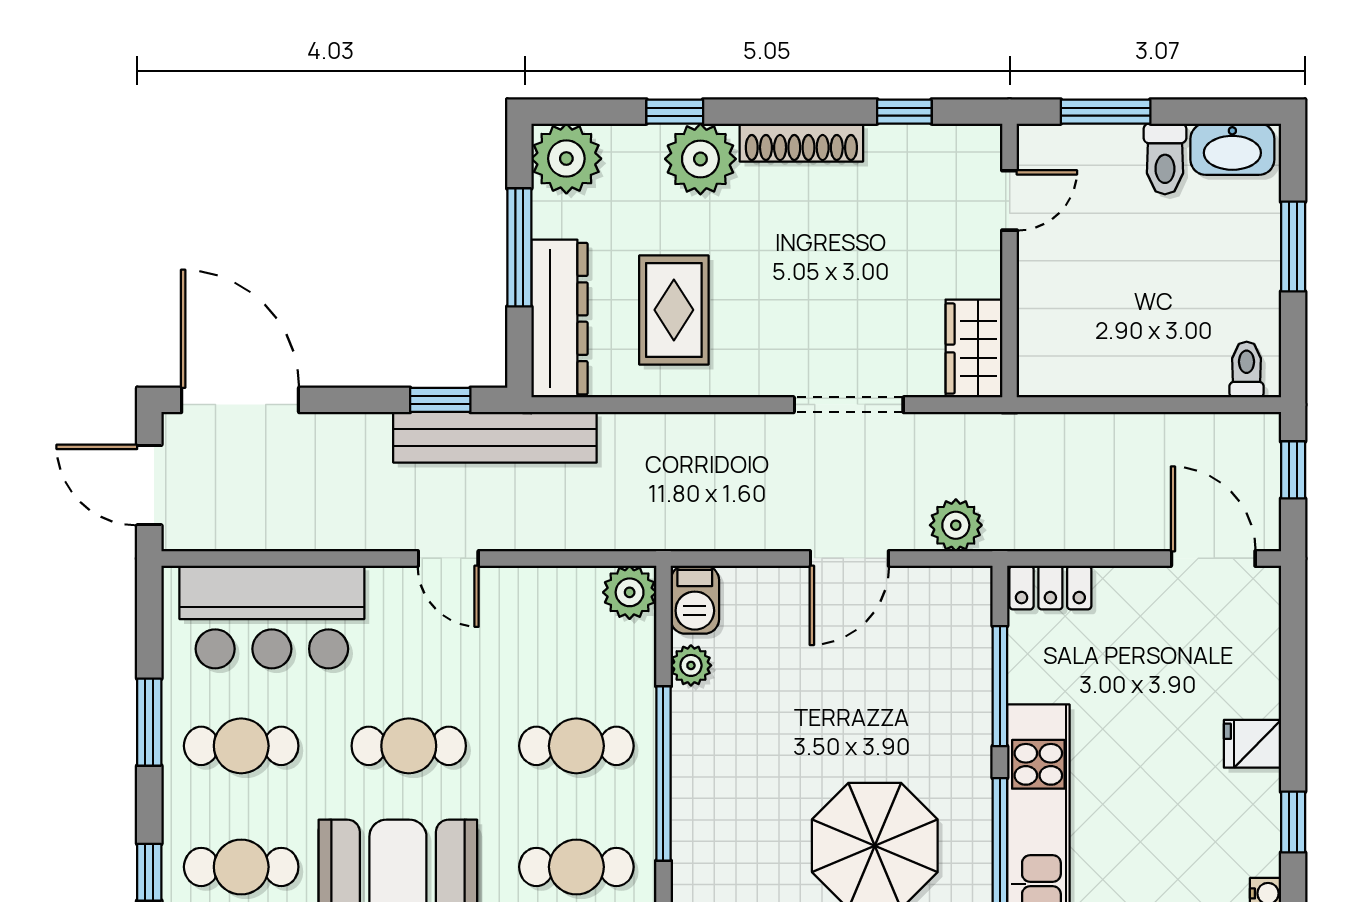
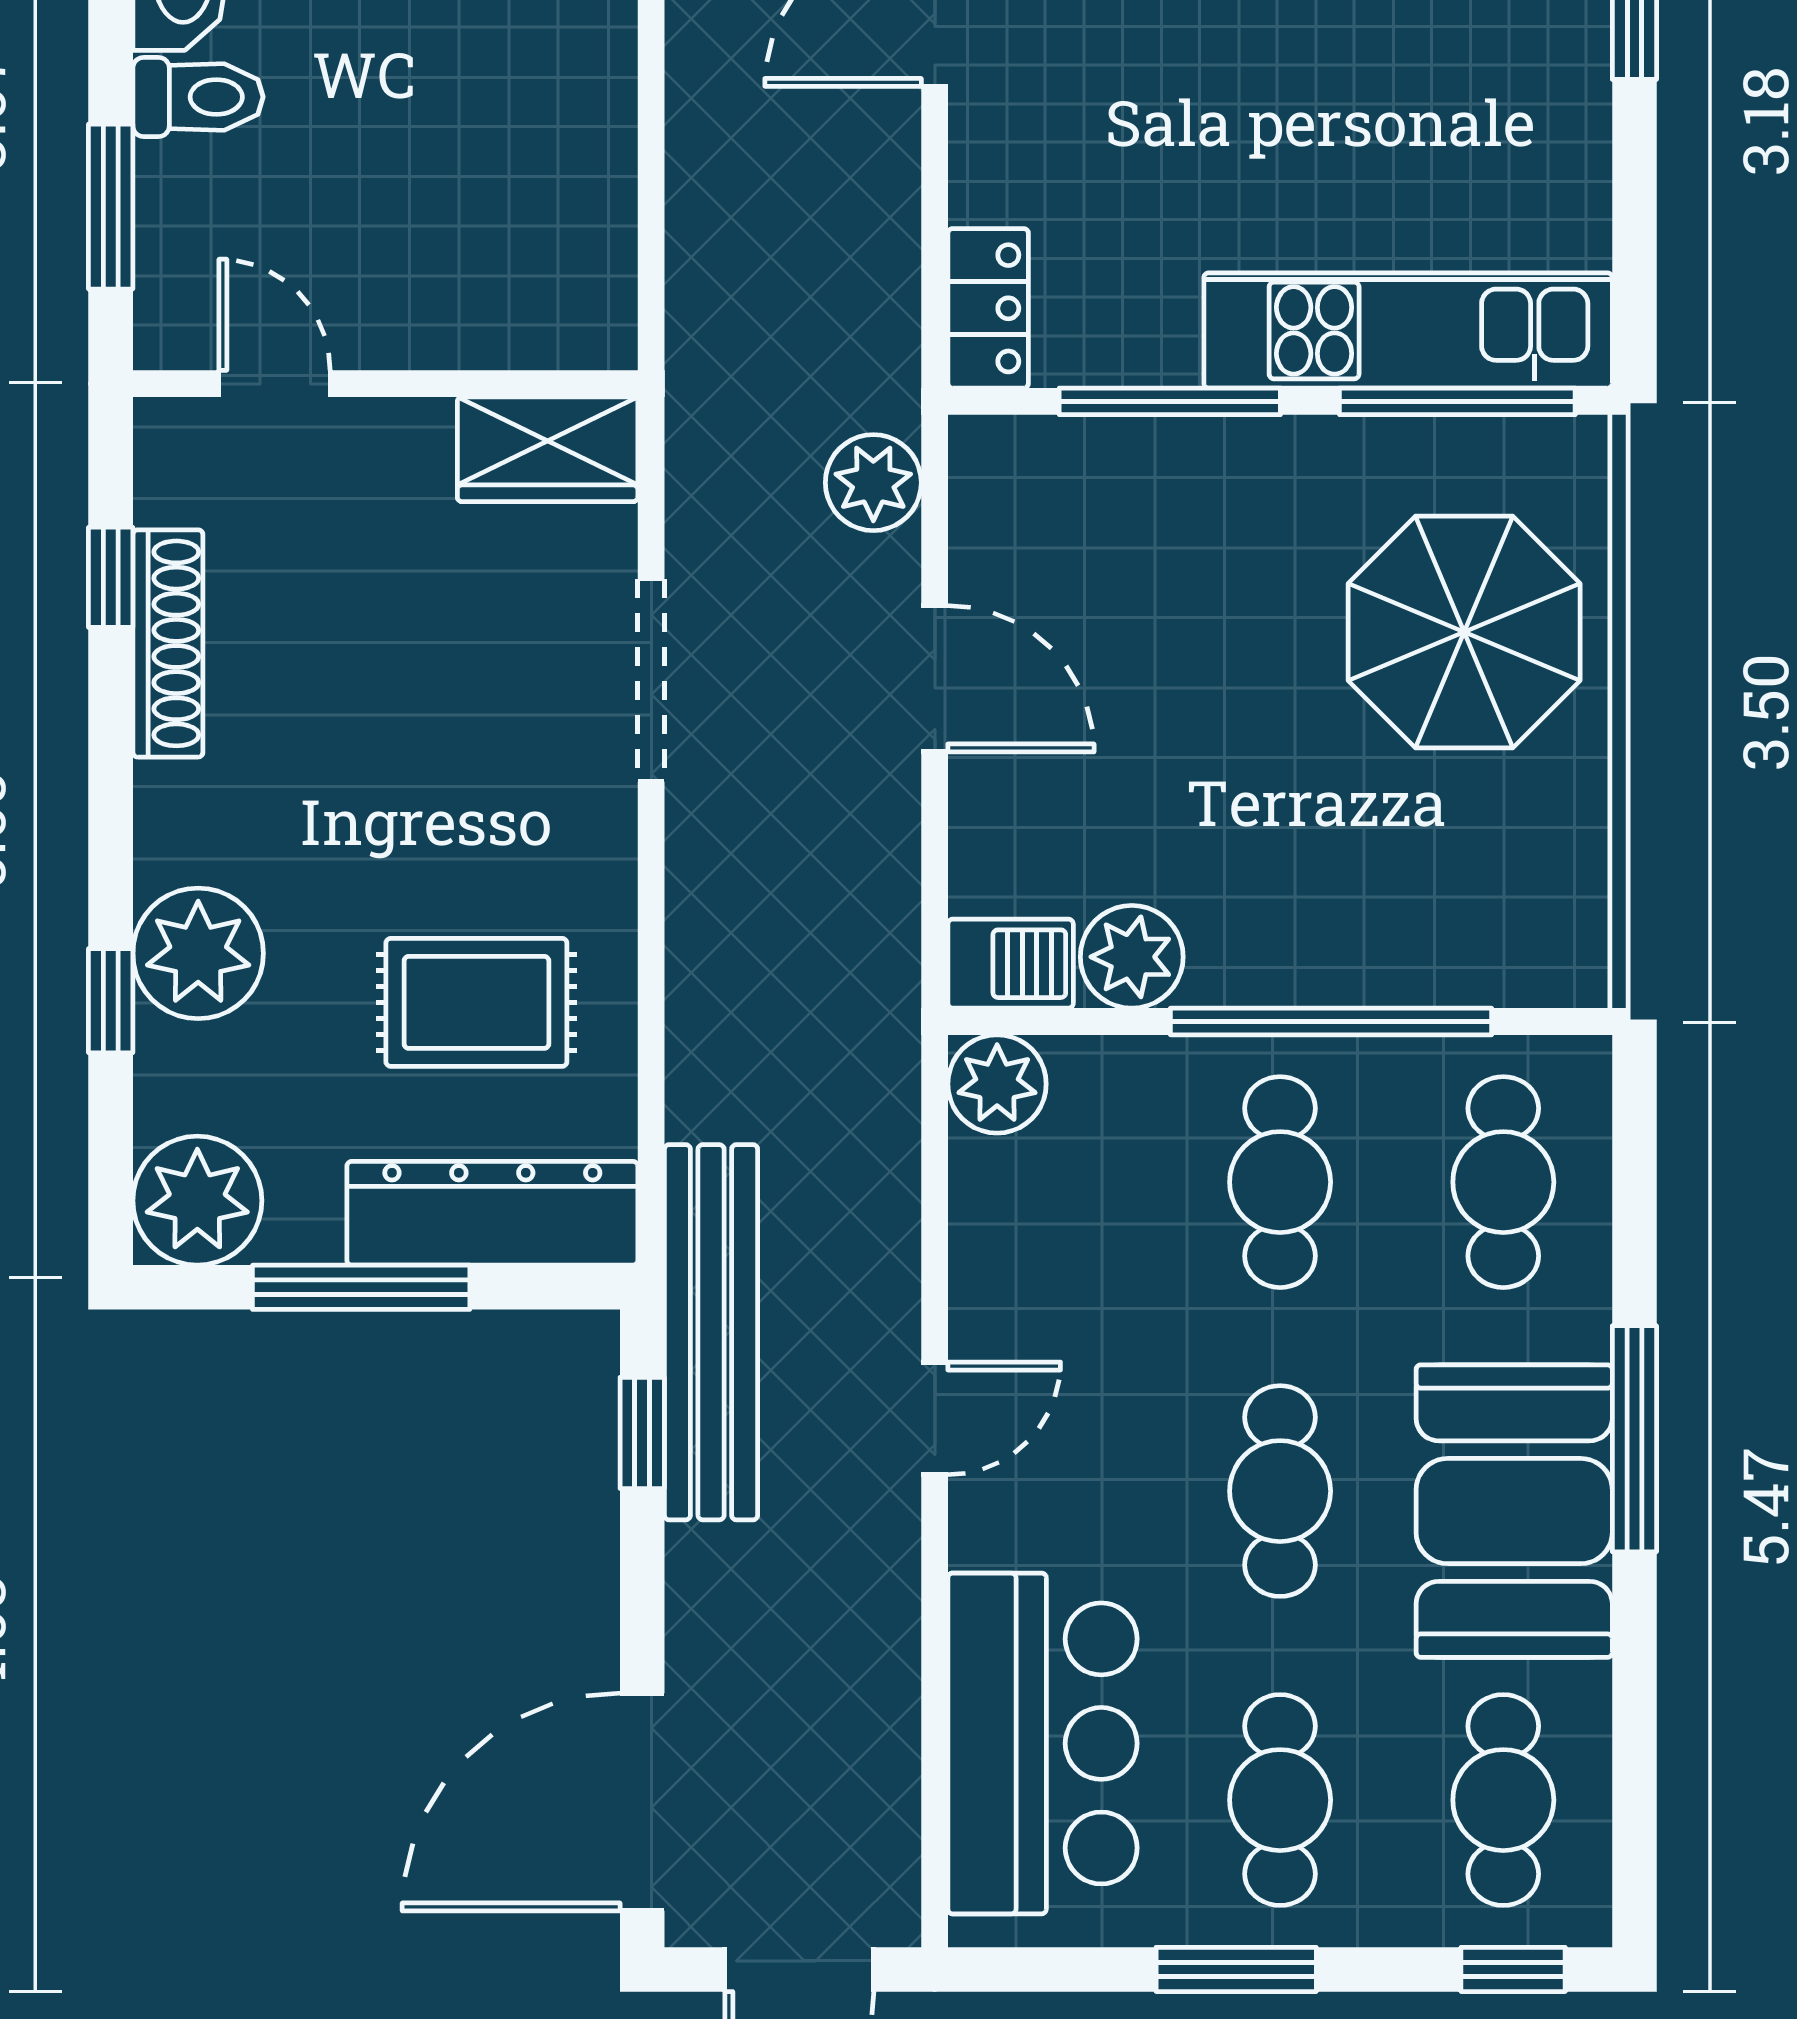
shoe rack: (801, 143) -> (168, 643), moved
plant: (691, 665) -> (1132, 957), width x1.38, depth x1.38

